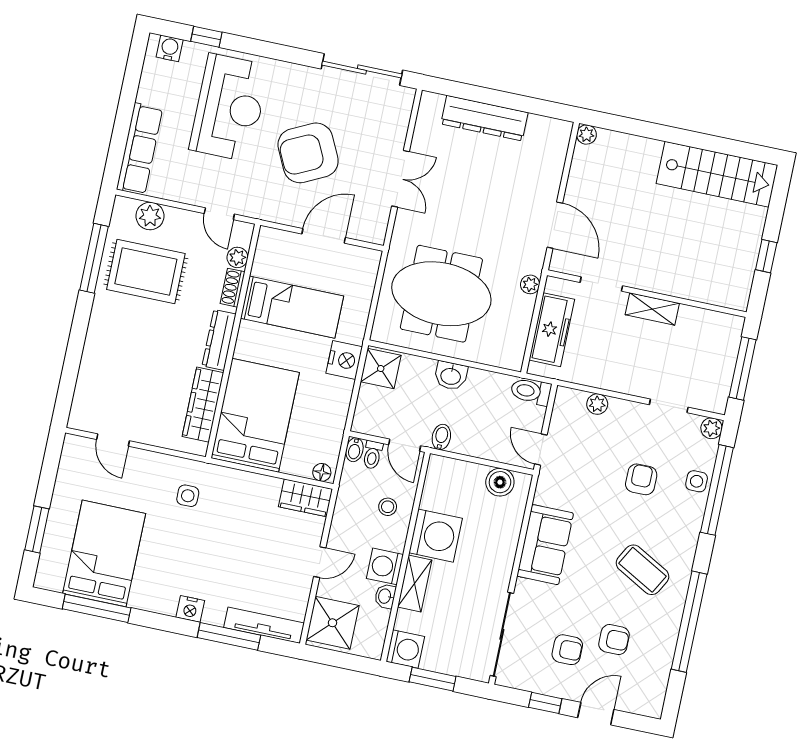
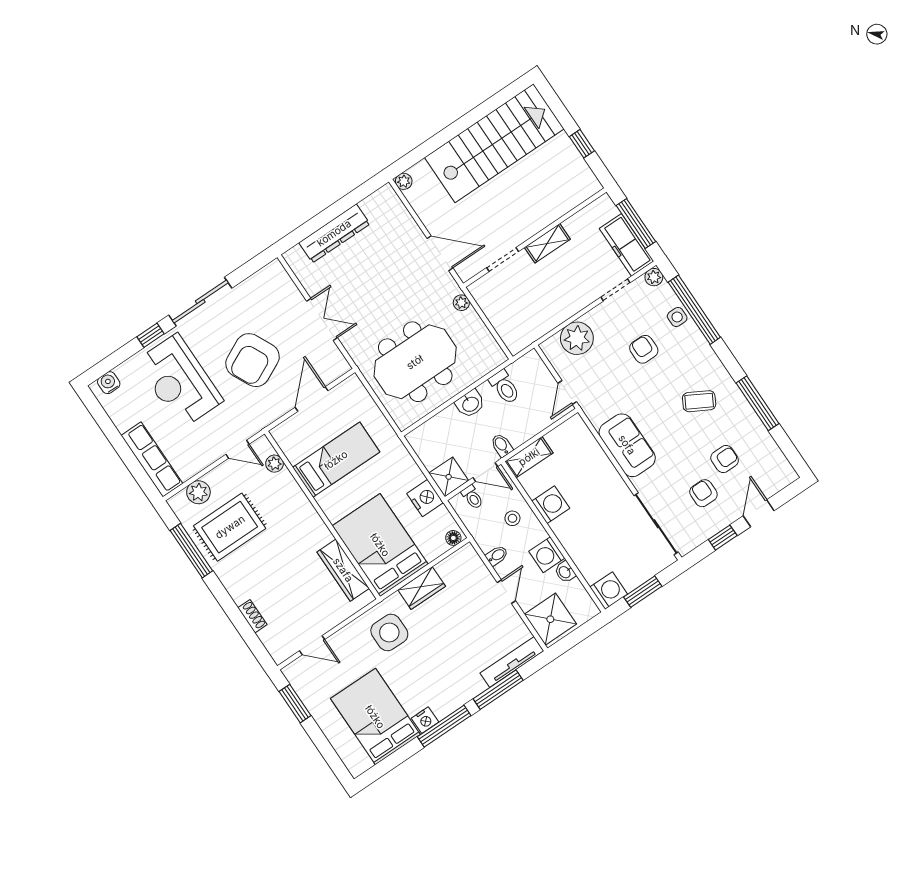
window: (206, 37) -> (151, 335), moved
sliding door: (362, 70) -> (200, 302), moved
reception desk: (229, 107) -> (179, 381), turned 180
stairs: (717, 174) -> (494, 143), width x1.36, depth x1.51
shoe rack: (233, 288) -> (252, 616), moved, turned 180
freezer: (552, 330) -> (626, 245), moved, turned 180
dresser: (219, 340) -> (314, 523), removed
nightstand: (344, 360) -> (425, 498), moved
shower: (381, 369) -> (449, 477), moved
toilet: (531, 391) -> (505, 387), moved, turned -90
plant: (597, 404) -> (577, 338), width x1.88, depth x1.88
bidet: (354, 450) -> (497, 555), moved, turned -90
door: (541, 450) -> (567, 392), hinge flipped
boiler: (500, 482) -> (563, 436), removed
side table: (188, 496) -> (389, 632), width x1.87, depth x1.87
wardrobe: (305, 498) -> (422, 588), moved
window: (37, 529) -> (295, 704), moved
washing machine: (436, 536) -> (551, 505), width x0.73, depth x0.73
coffee table: (643, 570) -> (699, 401), width x0.73, depth x0.77
shelving: (415, 584) -> (529, 457), moved, turned 90
window: (97, 608) -> (444, 726), moved
nightstand: (190, 609) -> (425, 720), moved
window: (689, 622) -> (758, 403), width x0.68
armchair: (567, 650) -> (703, 493), turned -90

